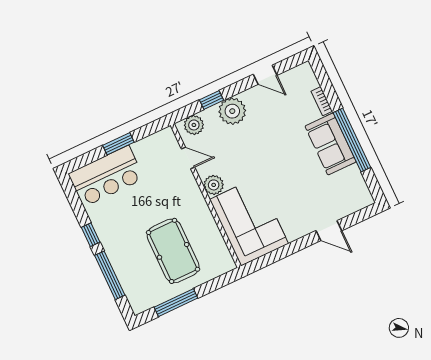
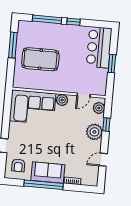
armchair: (345, 193) -> (18, 165), added

